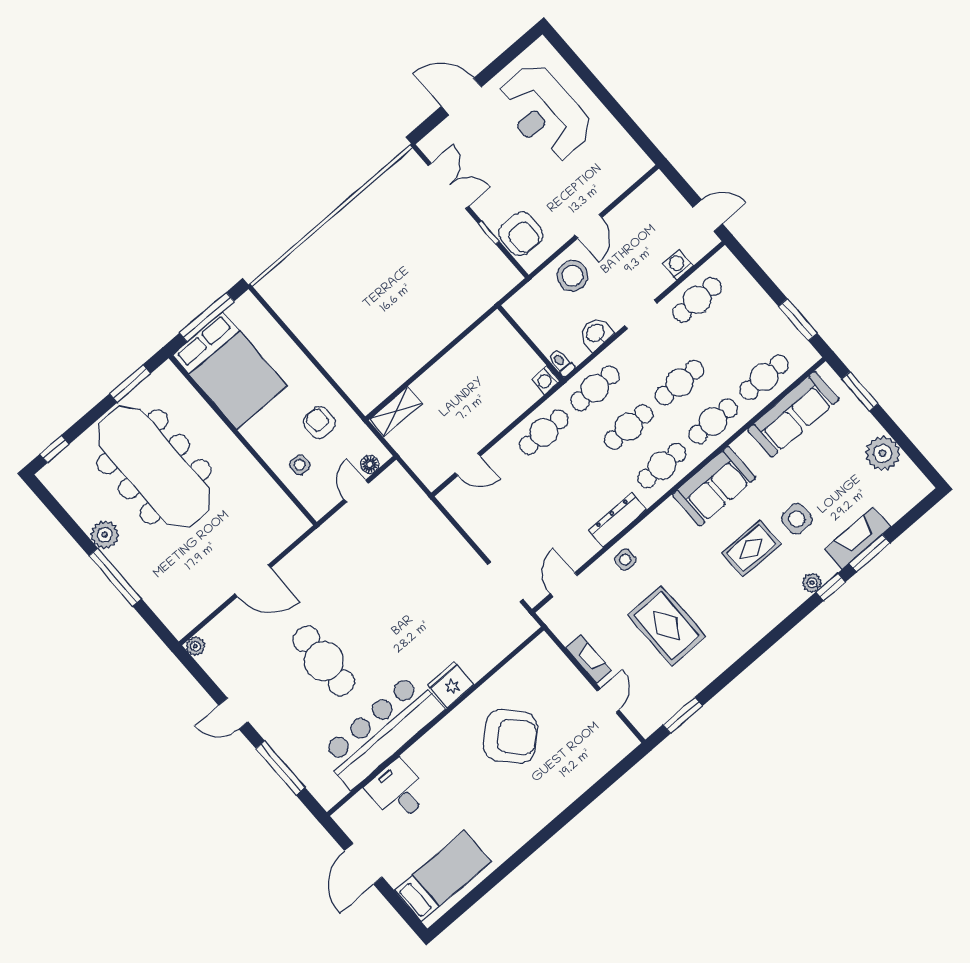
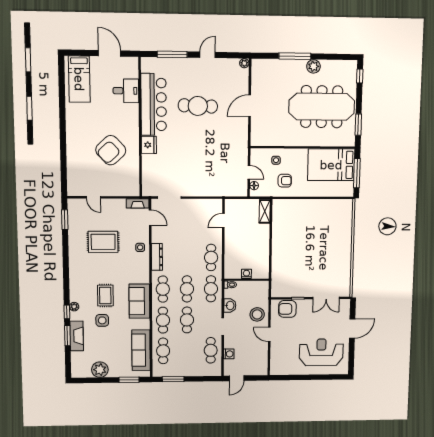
washing machine: (546, 380) -> (246, 274), moved
fireplace: (589, 659) -> (138, 203), moved

